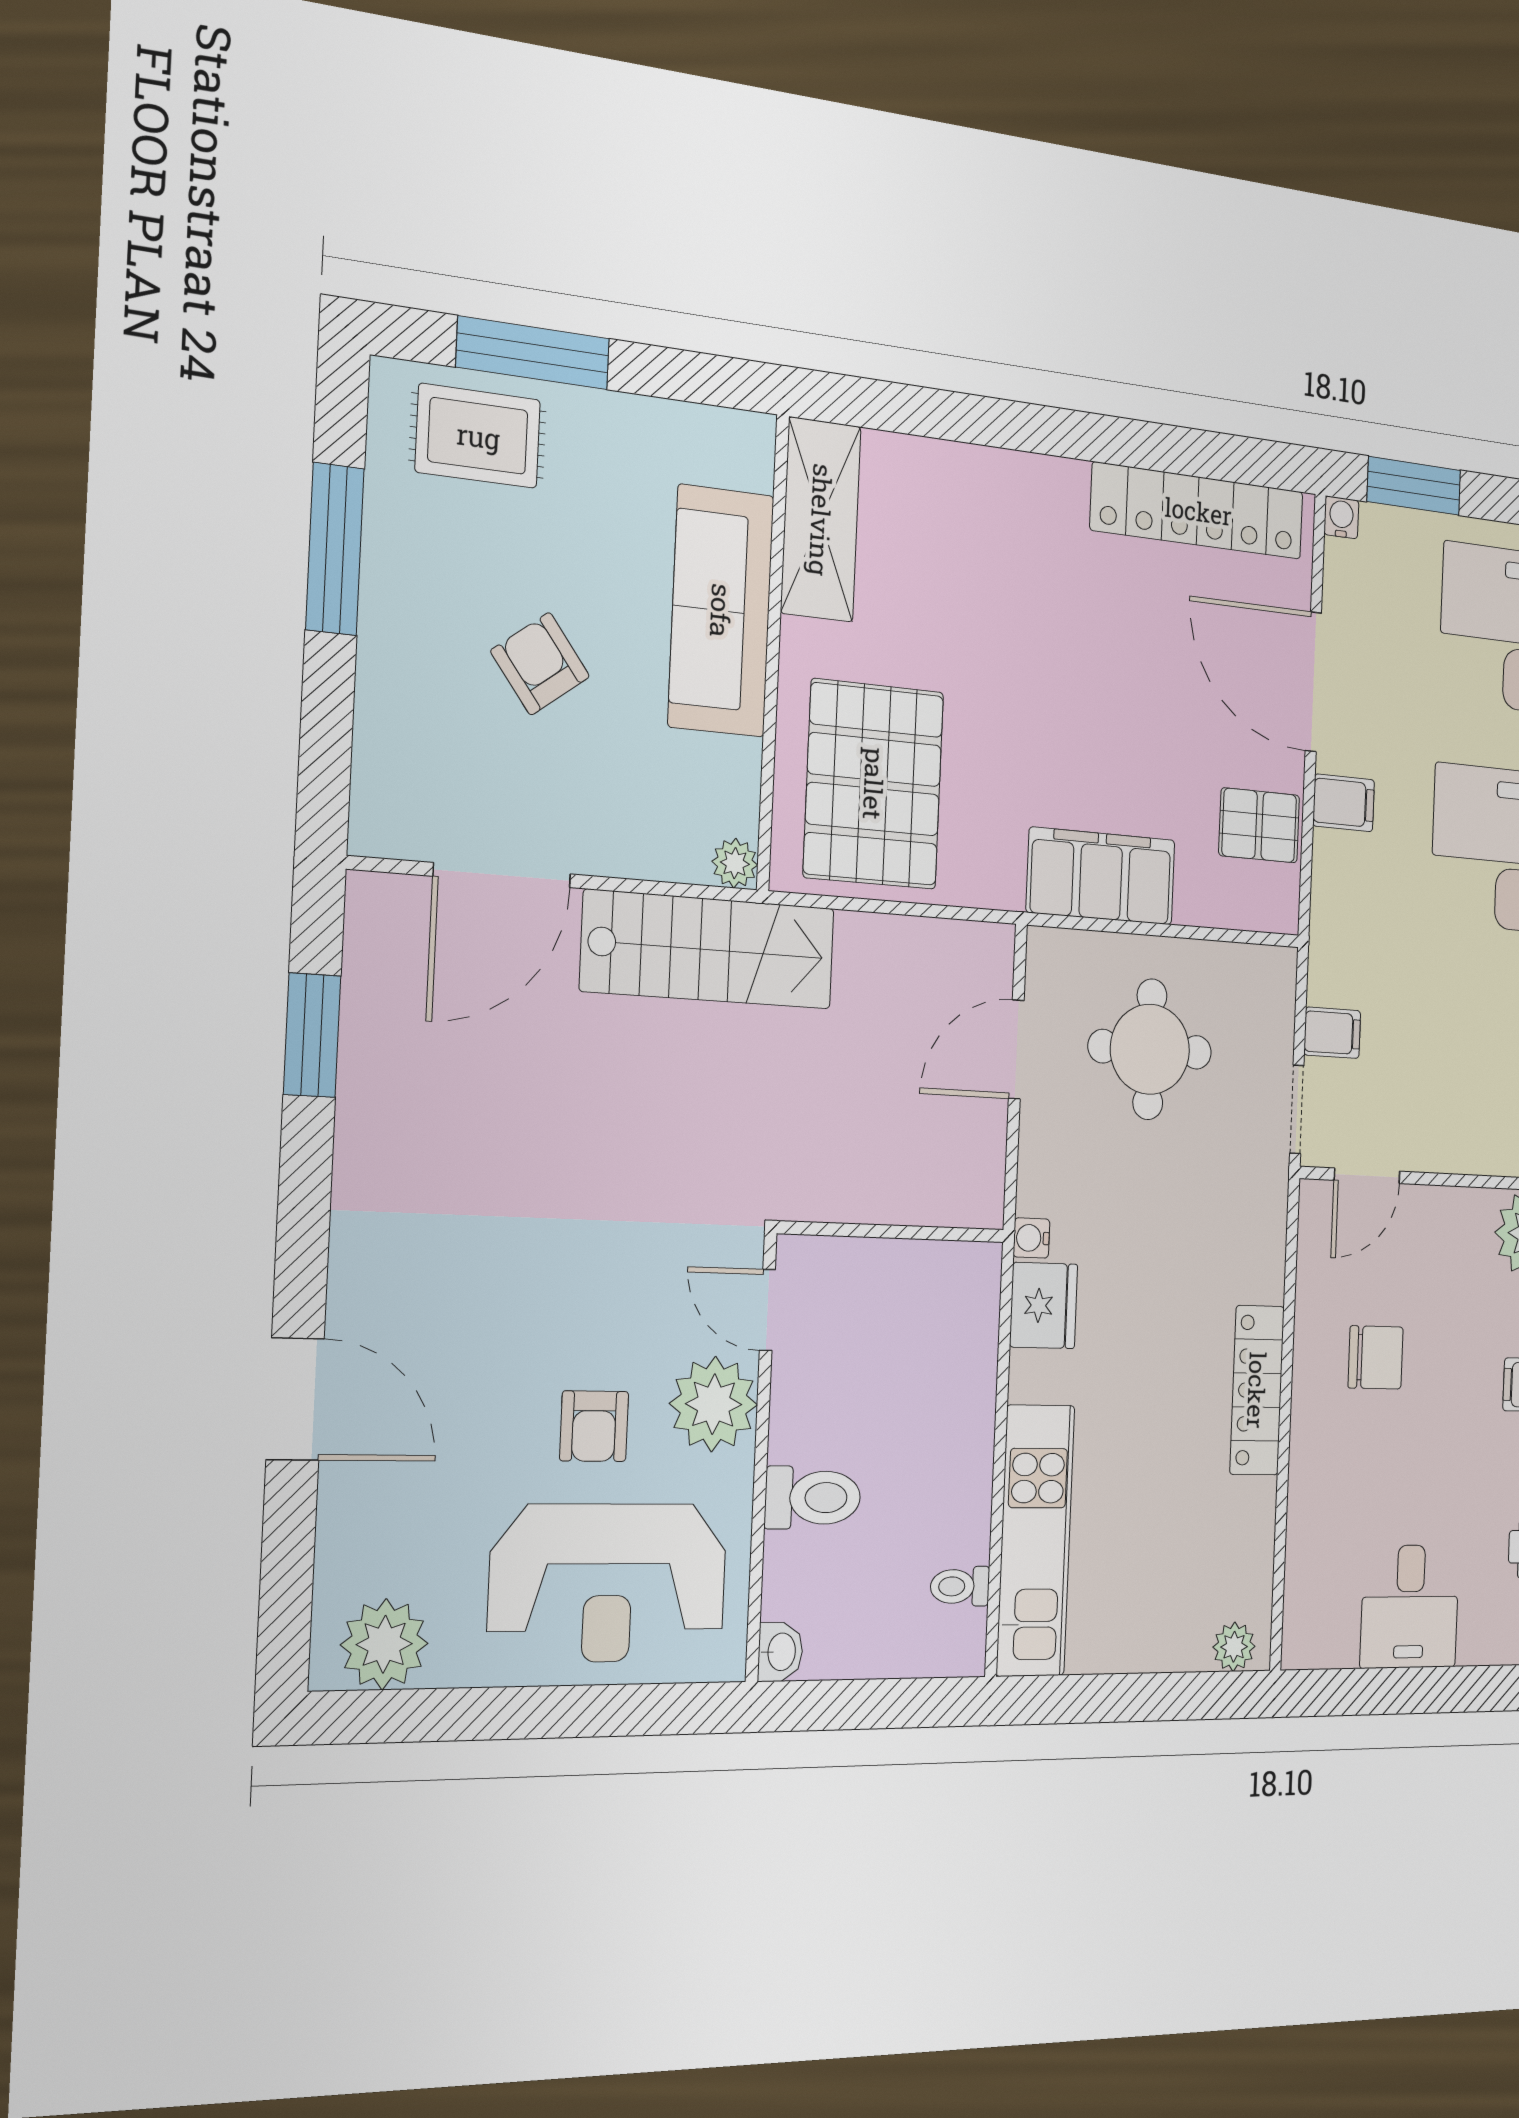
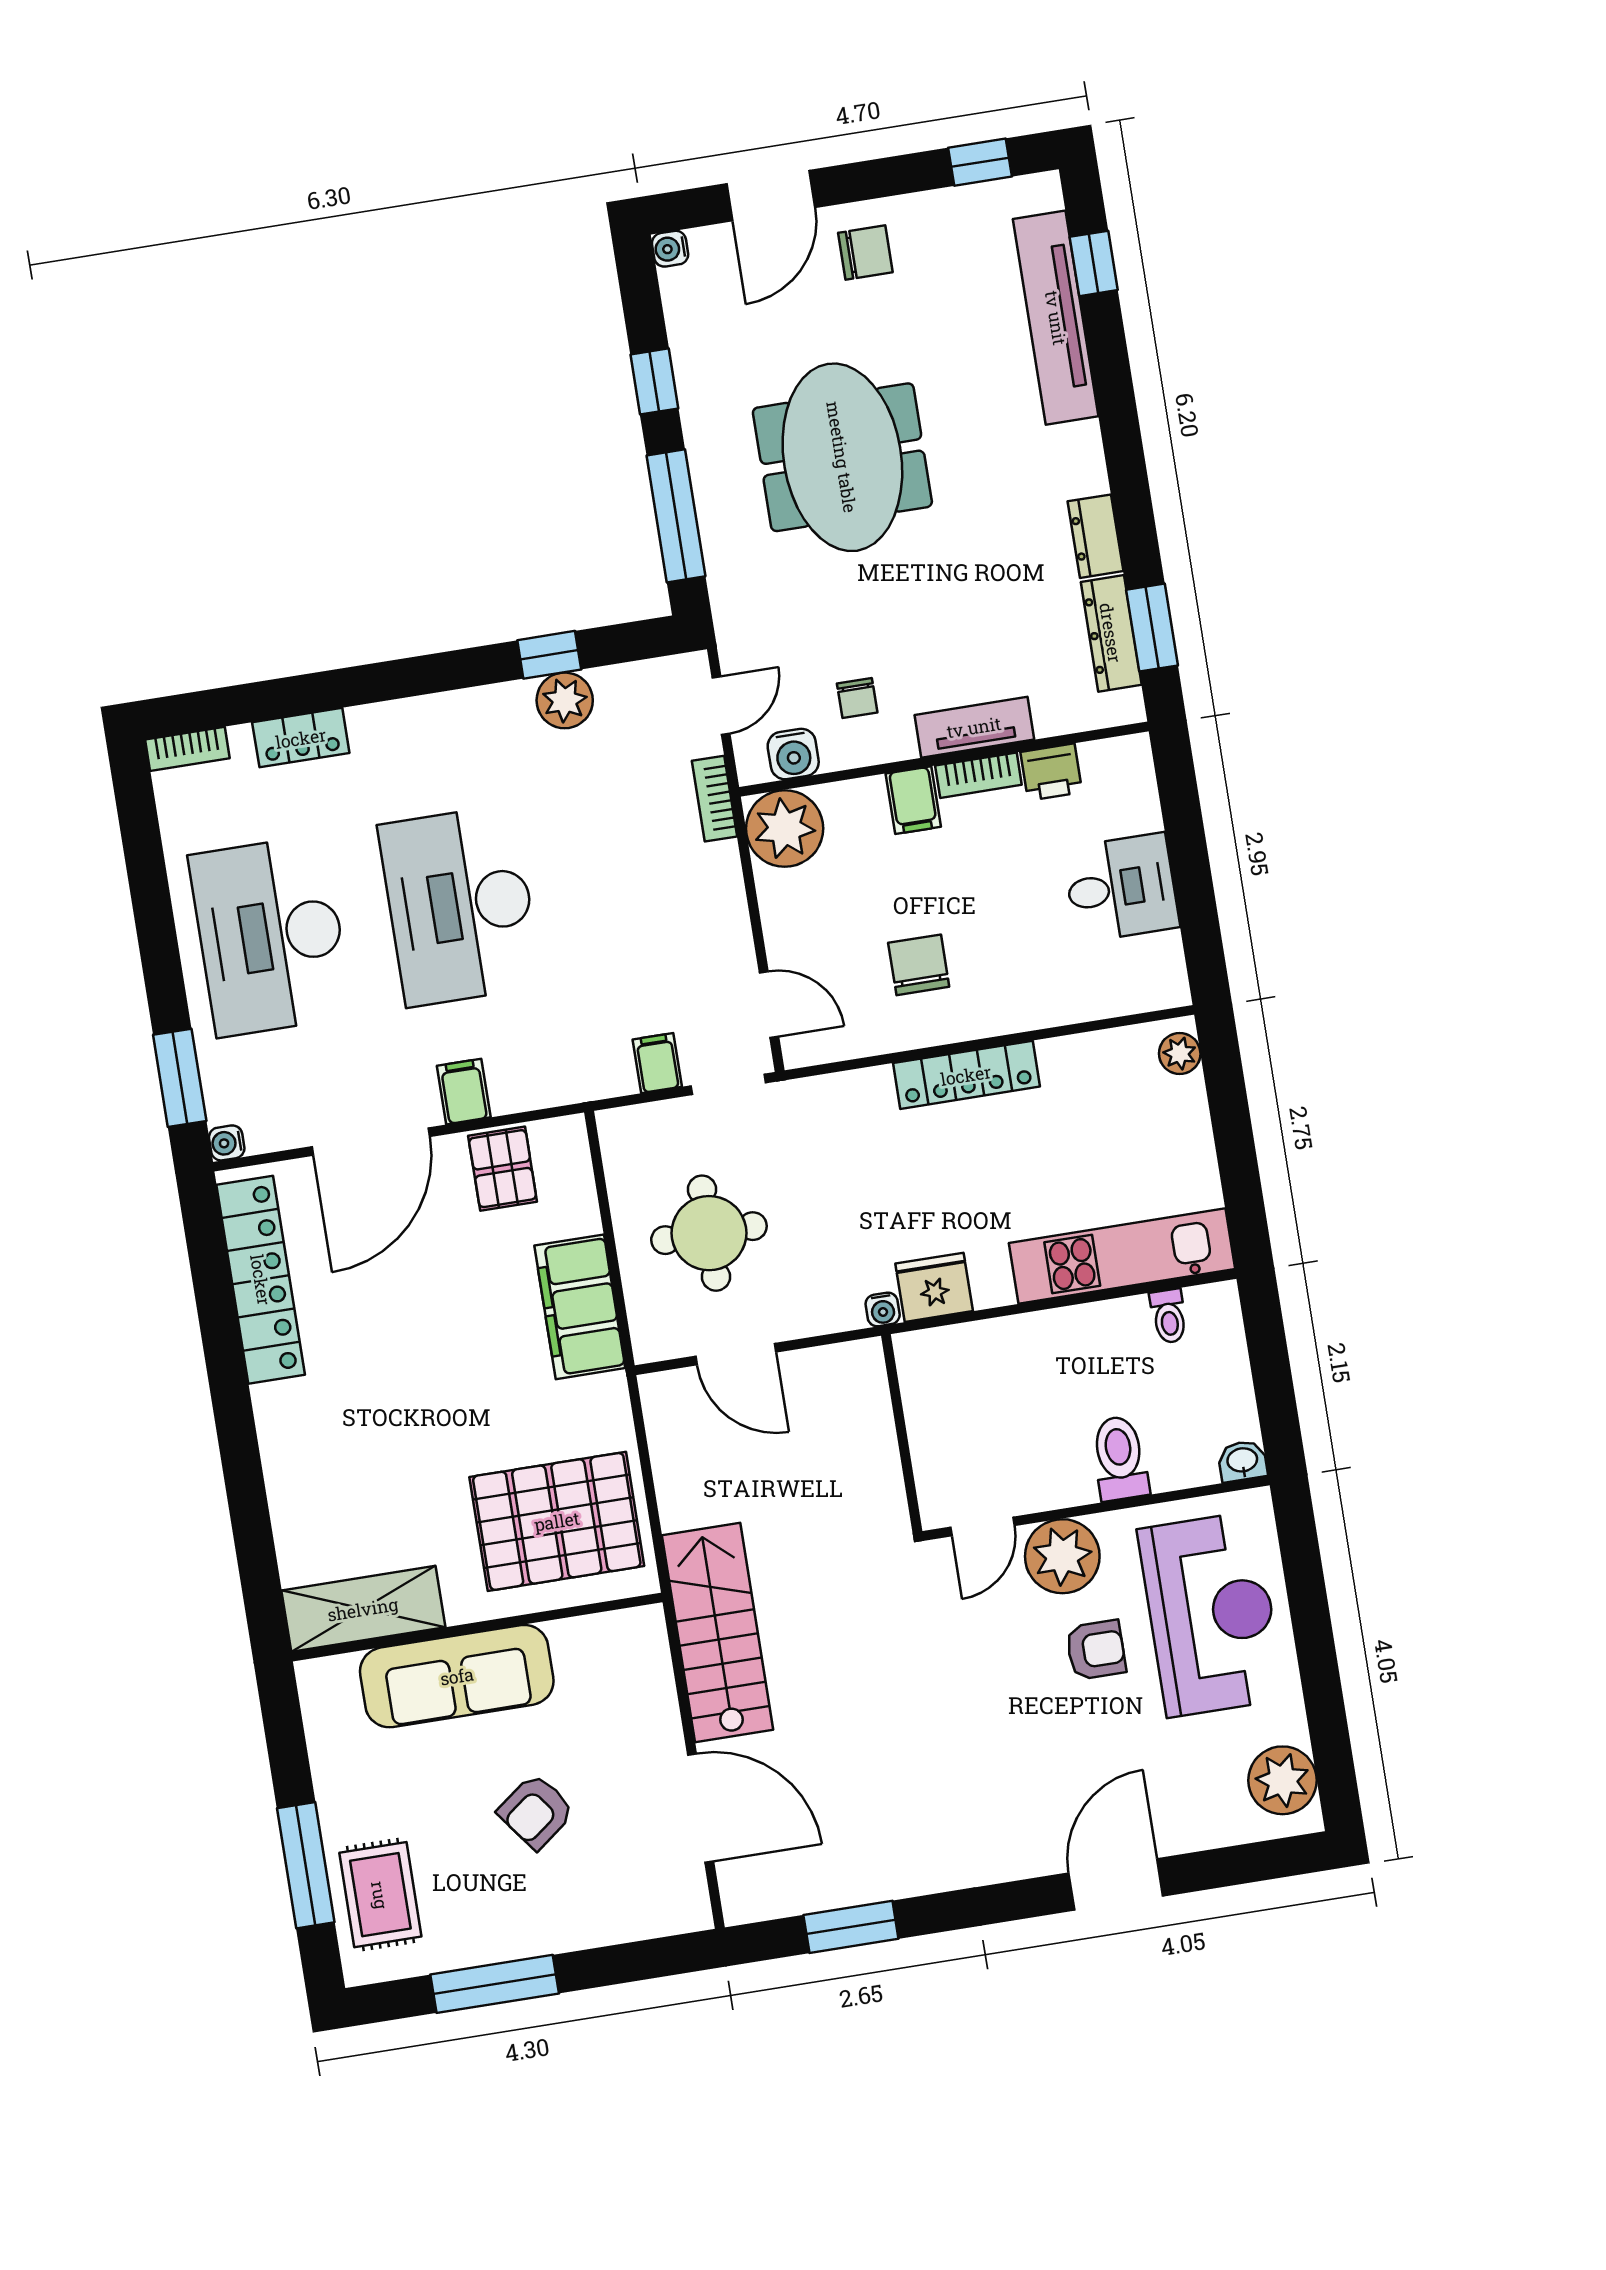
plant: (735, 863) -> (647, 1625), removed

